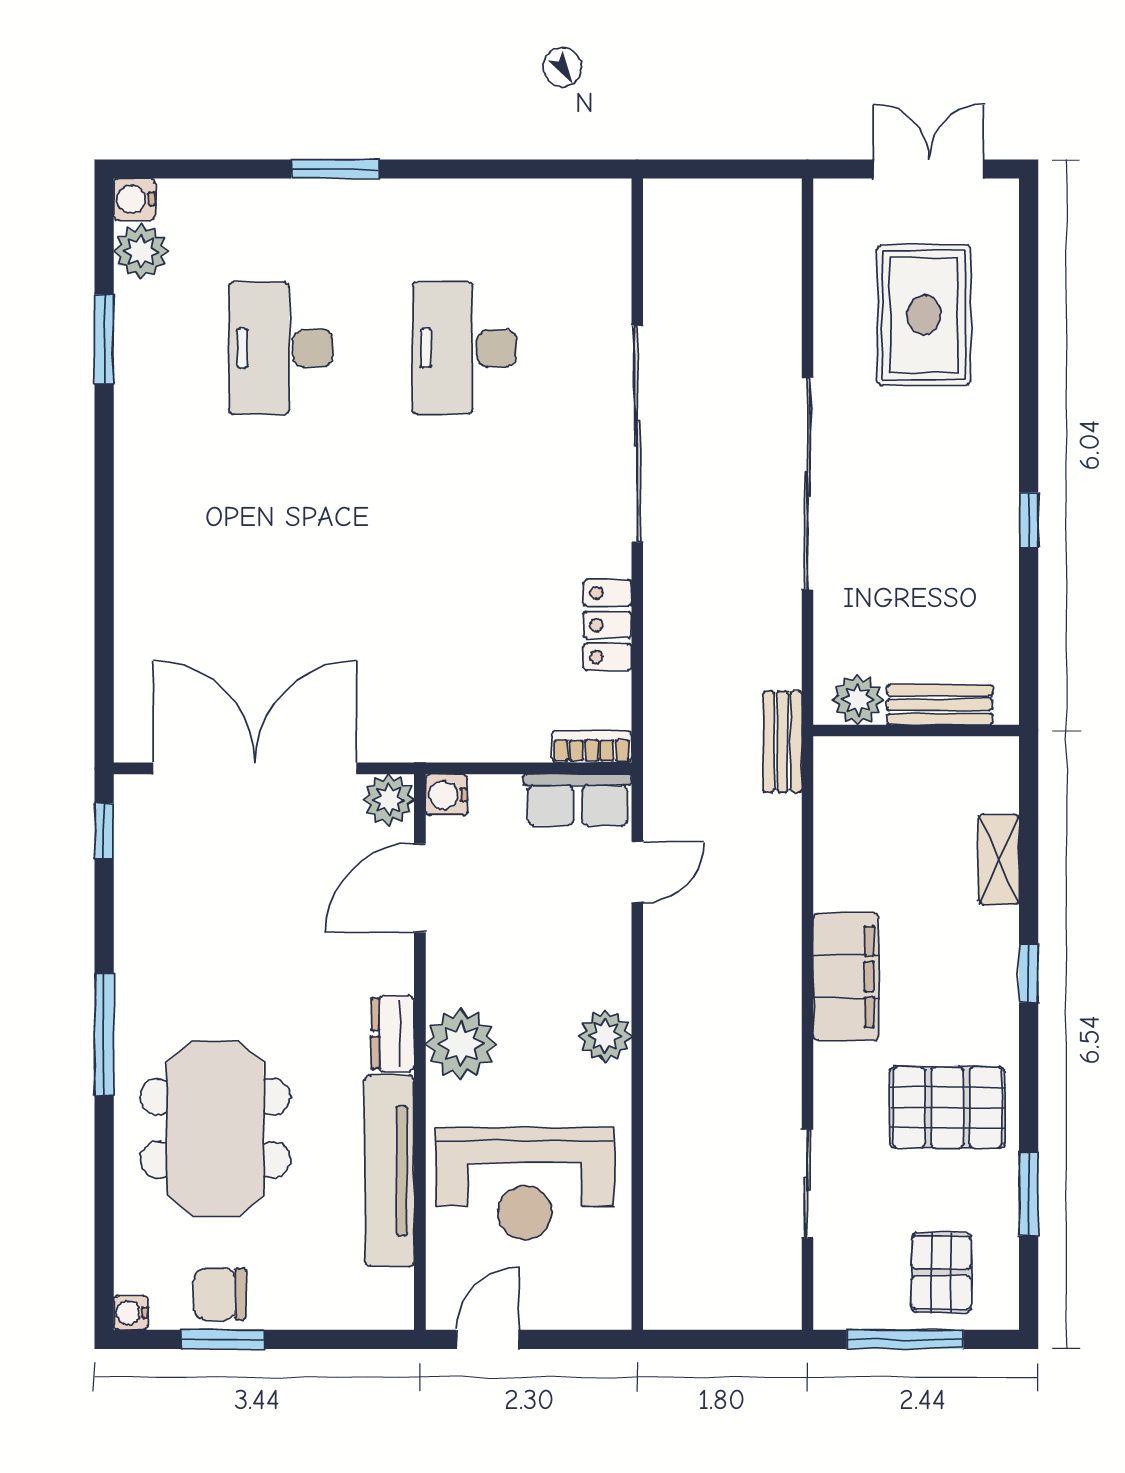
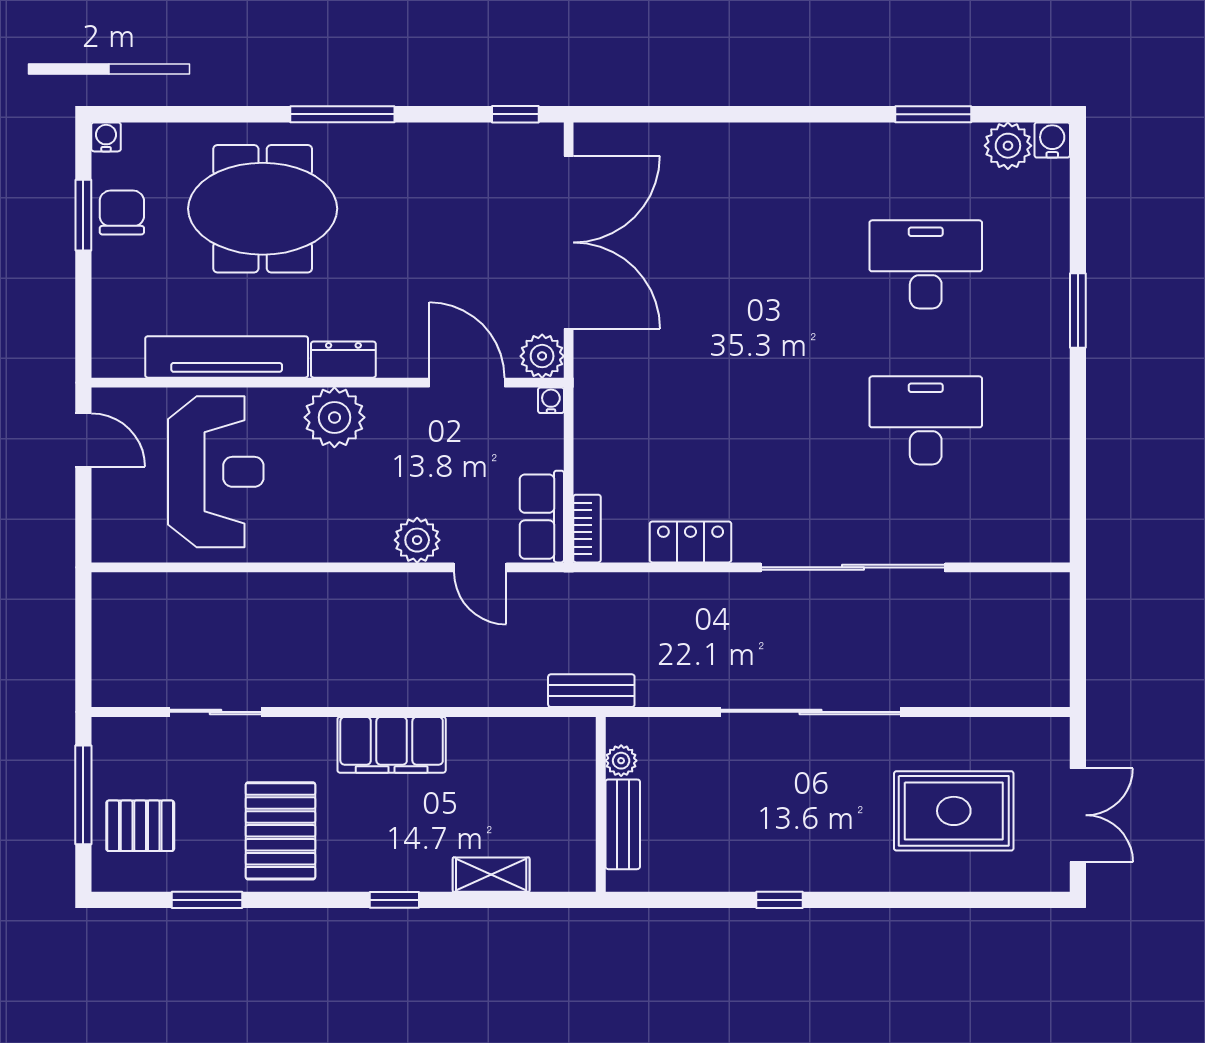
plant: (858, 700) -> (621, 761), width x0.73, depth x0.73
water cooler: (446, 795) -> (551, 400), width x0.72, depth x0.72
plant: (605, 1036) -> (417, 540), moved
reception desk: (525, 1184) -> (216, 472), turned 180

